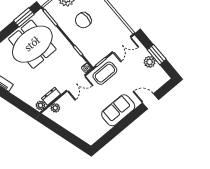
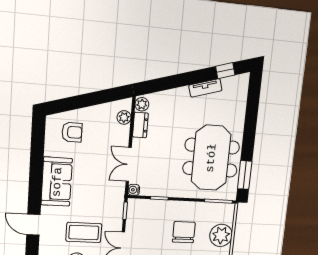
coffee table: (105, 73) -> (84, 232), moved, turned 90
door: (150, 101) -> (33, 225), swing flipped
armchair: (87, 126) -> (72, 132), added

